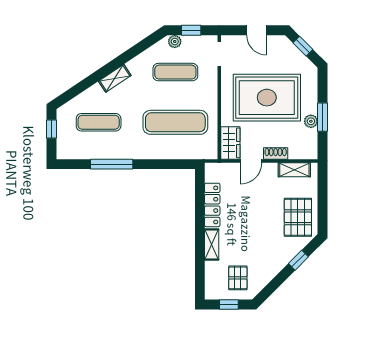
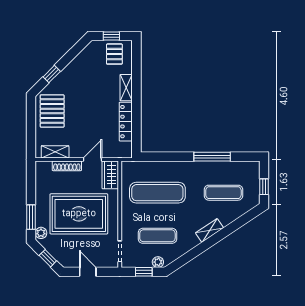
window: (322, 117) -> (31, 217), moved
plant: (311, 121) -> (41, 233), moved
shoe rack: (276, 154) -> (67, 166), width x1.43
pallet: (238, 278) -> (114, 54), moved

